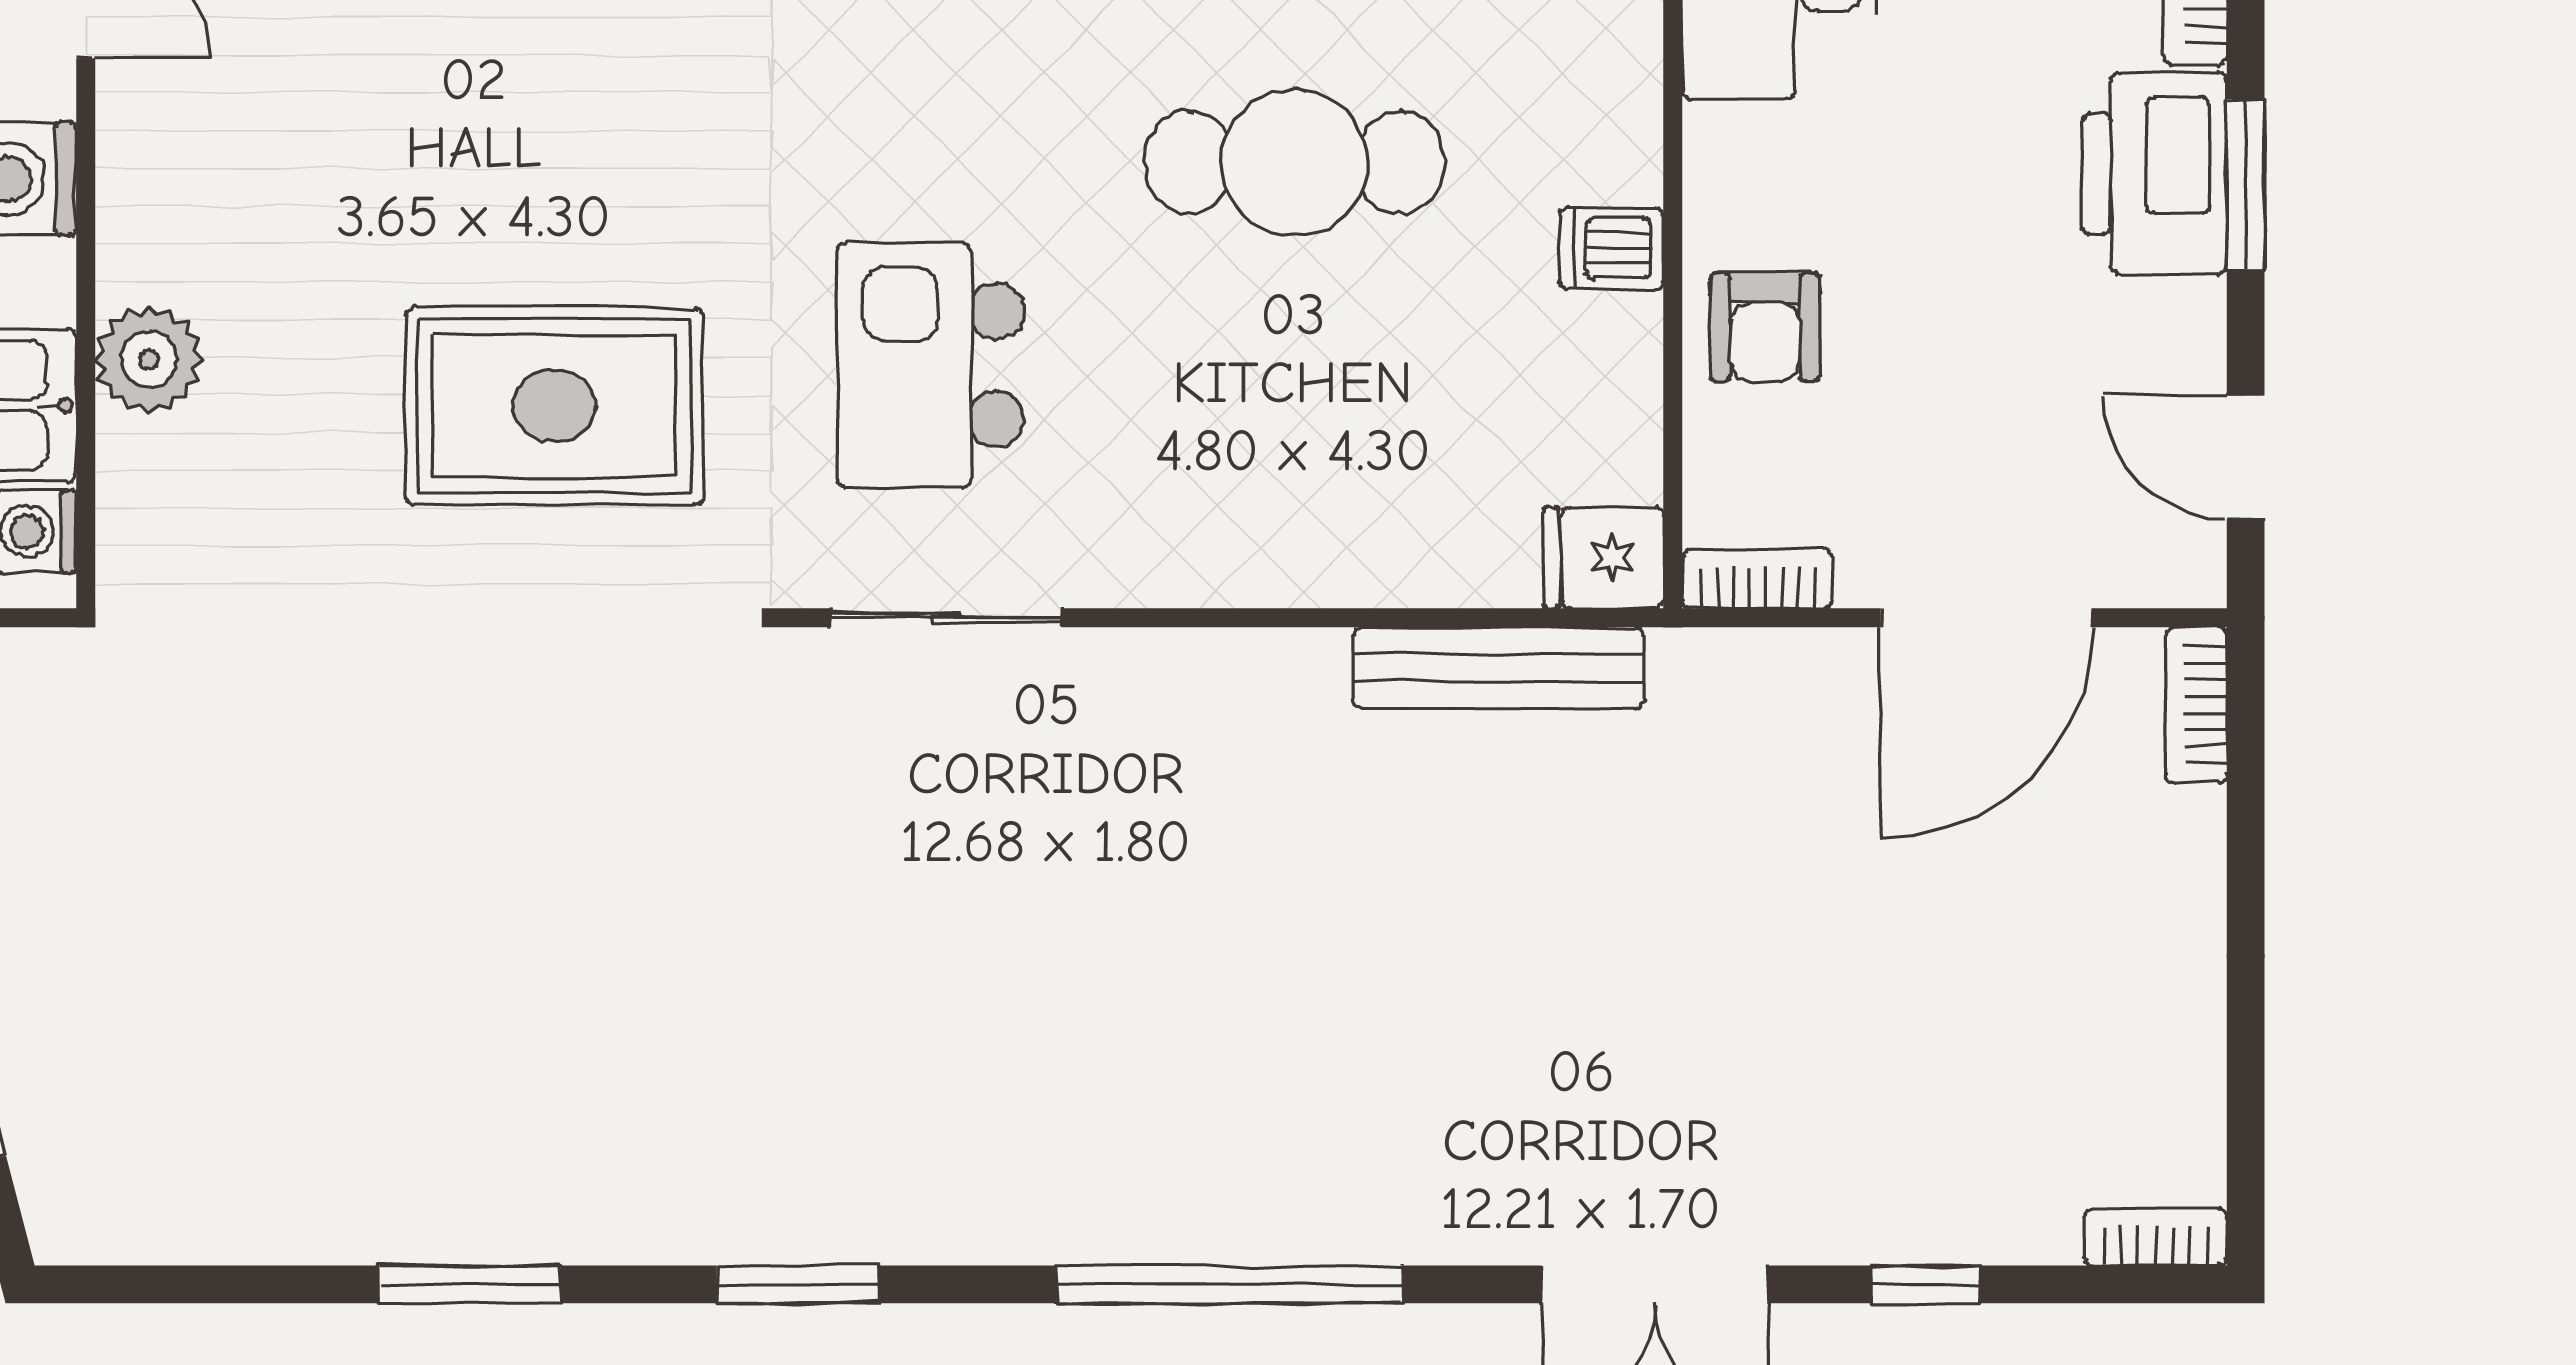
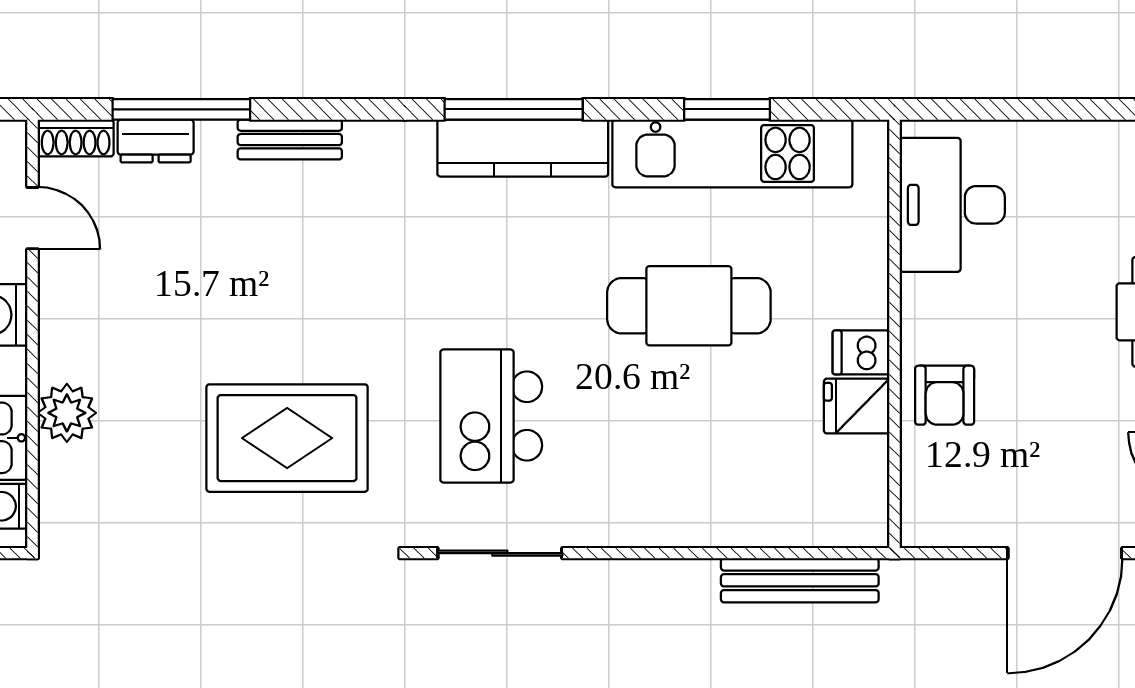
fridge: (1603, 558) -> (857, 406), moved
bookcase: (1757, 578) -> (940, 532), removed

